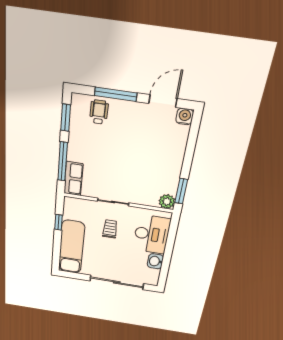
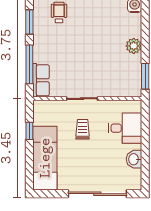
plant: (167, 202) -> (134, 46), moved
desk: (152, 234) -> (125, 128), width x0.73

